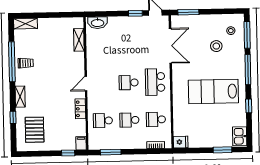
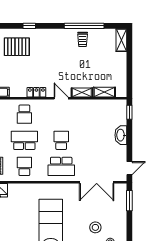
window: (135, 13) -> (129, 112), moved
washbasin: (98, 23) -> (121, 135), moved
school desk: (155, 82) -> (61, 166), turned 180
shelving: (20, 97) -> (82, 93), moved
school desk: (129, 120) -> (24, 140), width x1.85
school desk: (103, 121) -> (24, 114), turned 180

